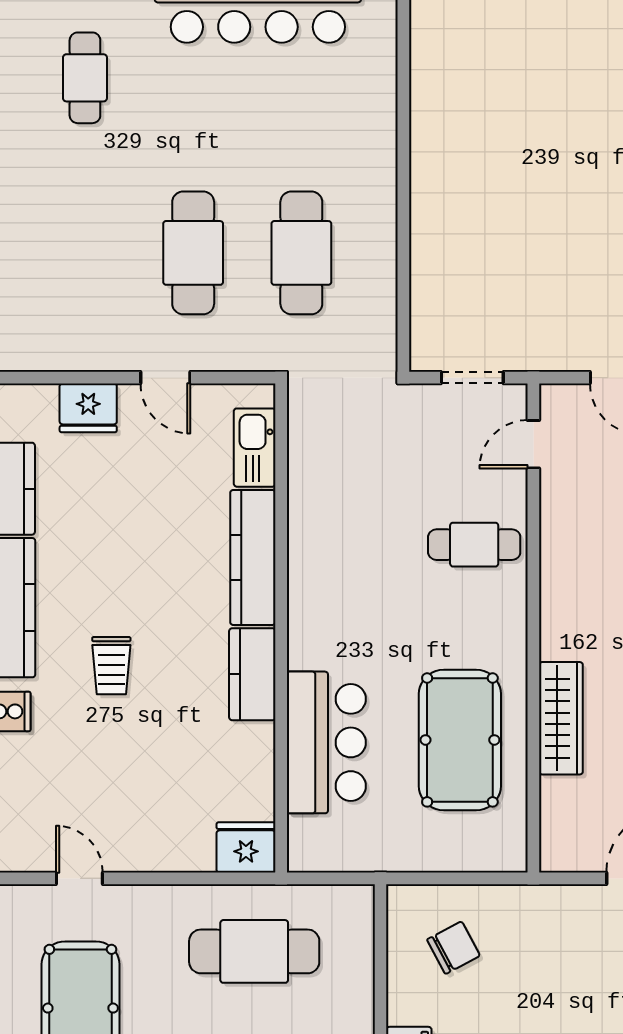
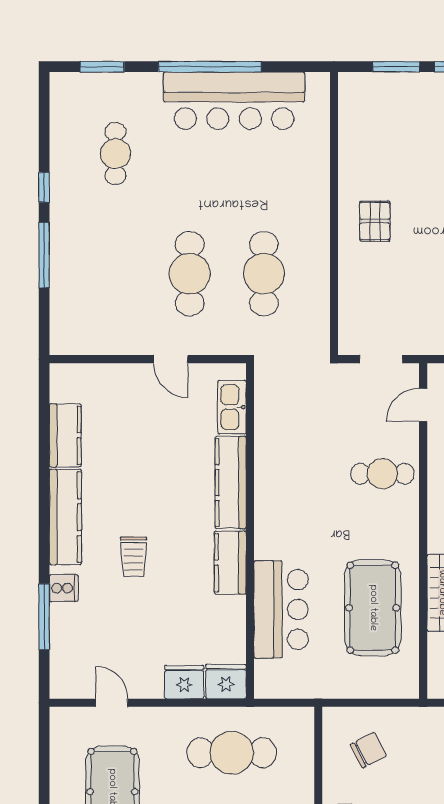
pallet: (463, 176) -> (375, 221), added
fridge: (88, 408) -> (184, 682), moved, turned 180

